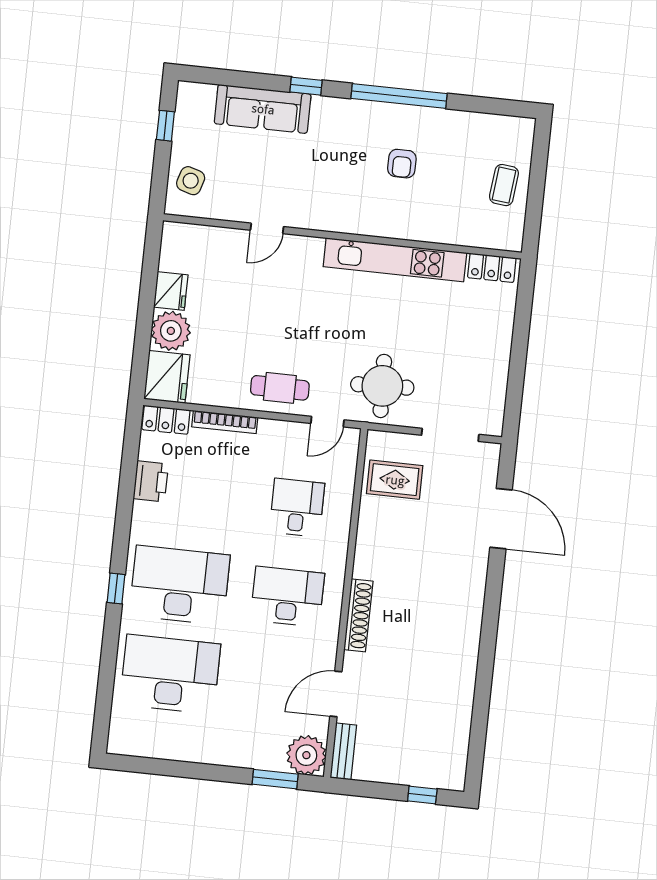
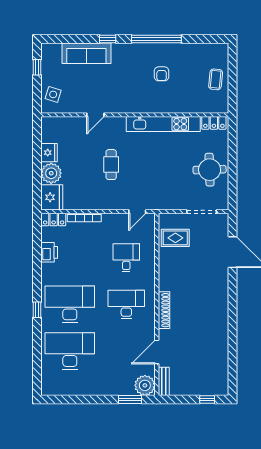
round table: (382, 386) -> (210, 170), moved
cafe table: (280, 388) -> (111, 165), moved, turned 90

